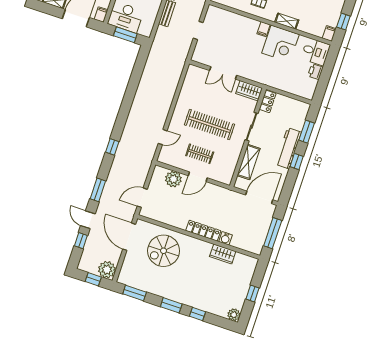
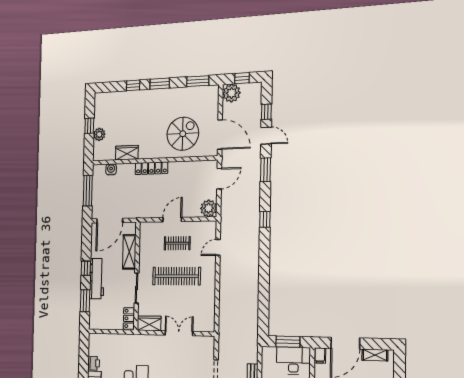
plant: (173, 179) -> (209, 208), moved
water cooler: (225, 238) -> (111, 169), moved
plant: (234, 315) -> (99, 134), moved

